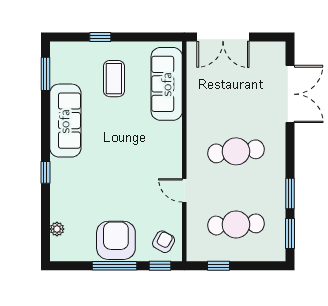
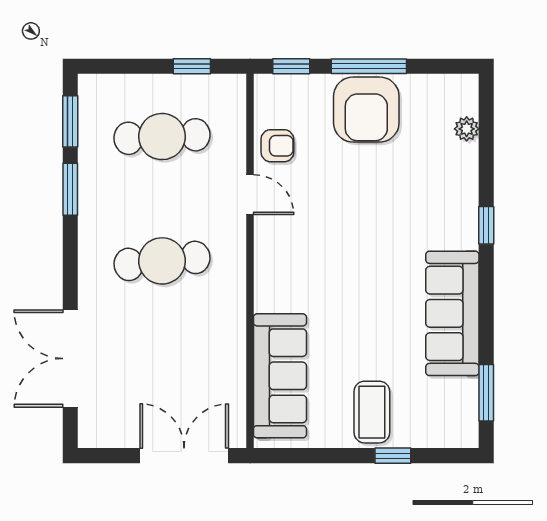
coffee table: (114, 79) -> (372, 412), moved
armchair: (164, 242) -> (277, 146), moved, turned -119

